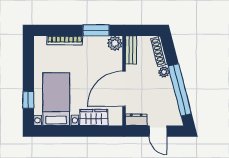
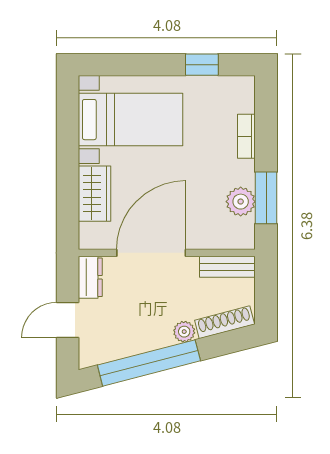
bookcase: (65, 40) -> (246, 136), width x0.64
plant: (115, 43) -> (241, 202), moved
door: (124, 89) -> (151, 253), hinge flipped
window: (28, 100) -> (202, 65), moved

